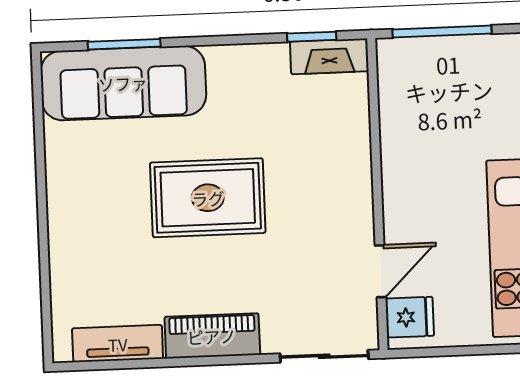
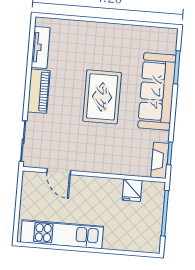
sofa: (123, 83) -> (157, 92), moved
fridge: (410, 317) -> (132, 190), moved

